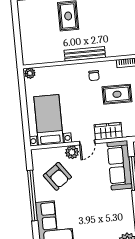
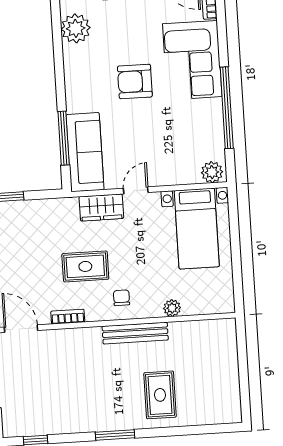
plant: (30, 73) -> (172, 308), moved
plant: (72, 152) -> (212, 172), moved
armchair: (57, 176) -> (135, 81), moved, turned -54

